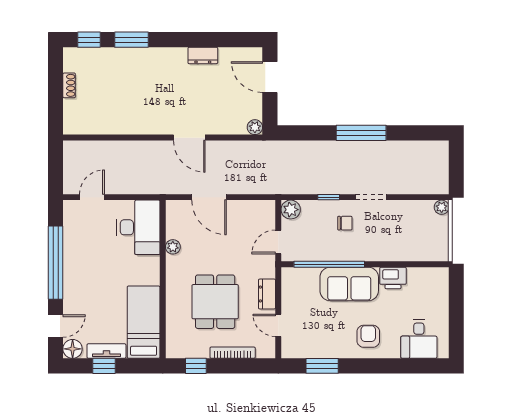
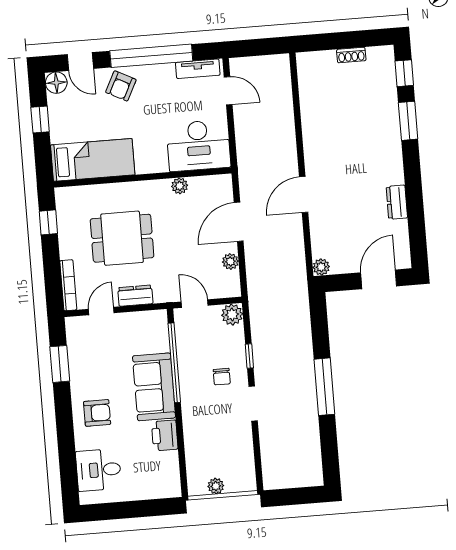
plant: (244, 207) -> (230, 261), added
plant: (442, 207) -> (216, 486), moved
armchair: (80, 292) -> (121, 86), added
tv unit: (106, 351) -> (198, 69), moved, turned 90
bookcase: (233, 353) -> (68, 285), moved

